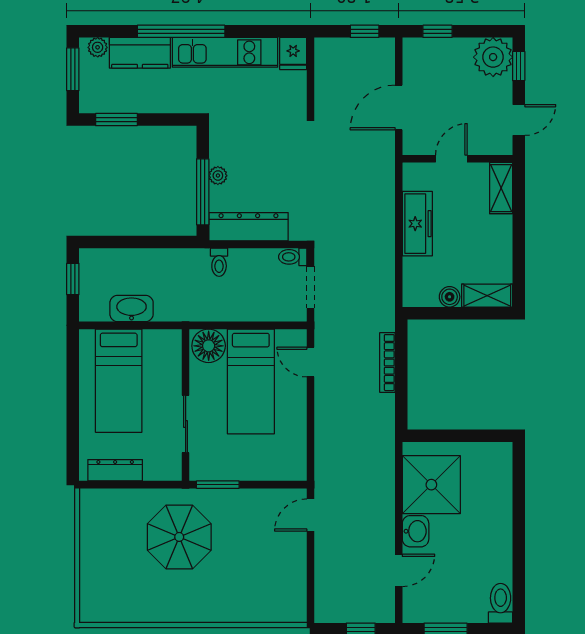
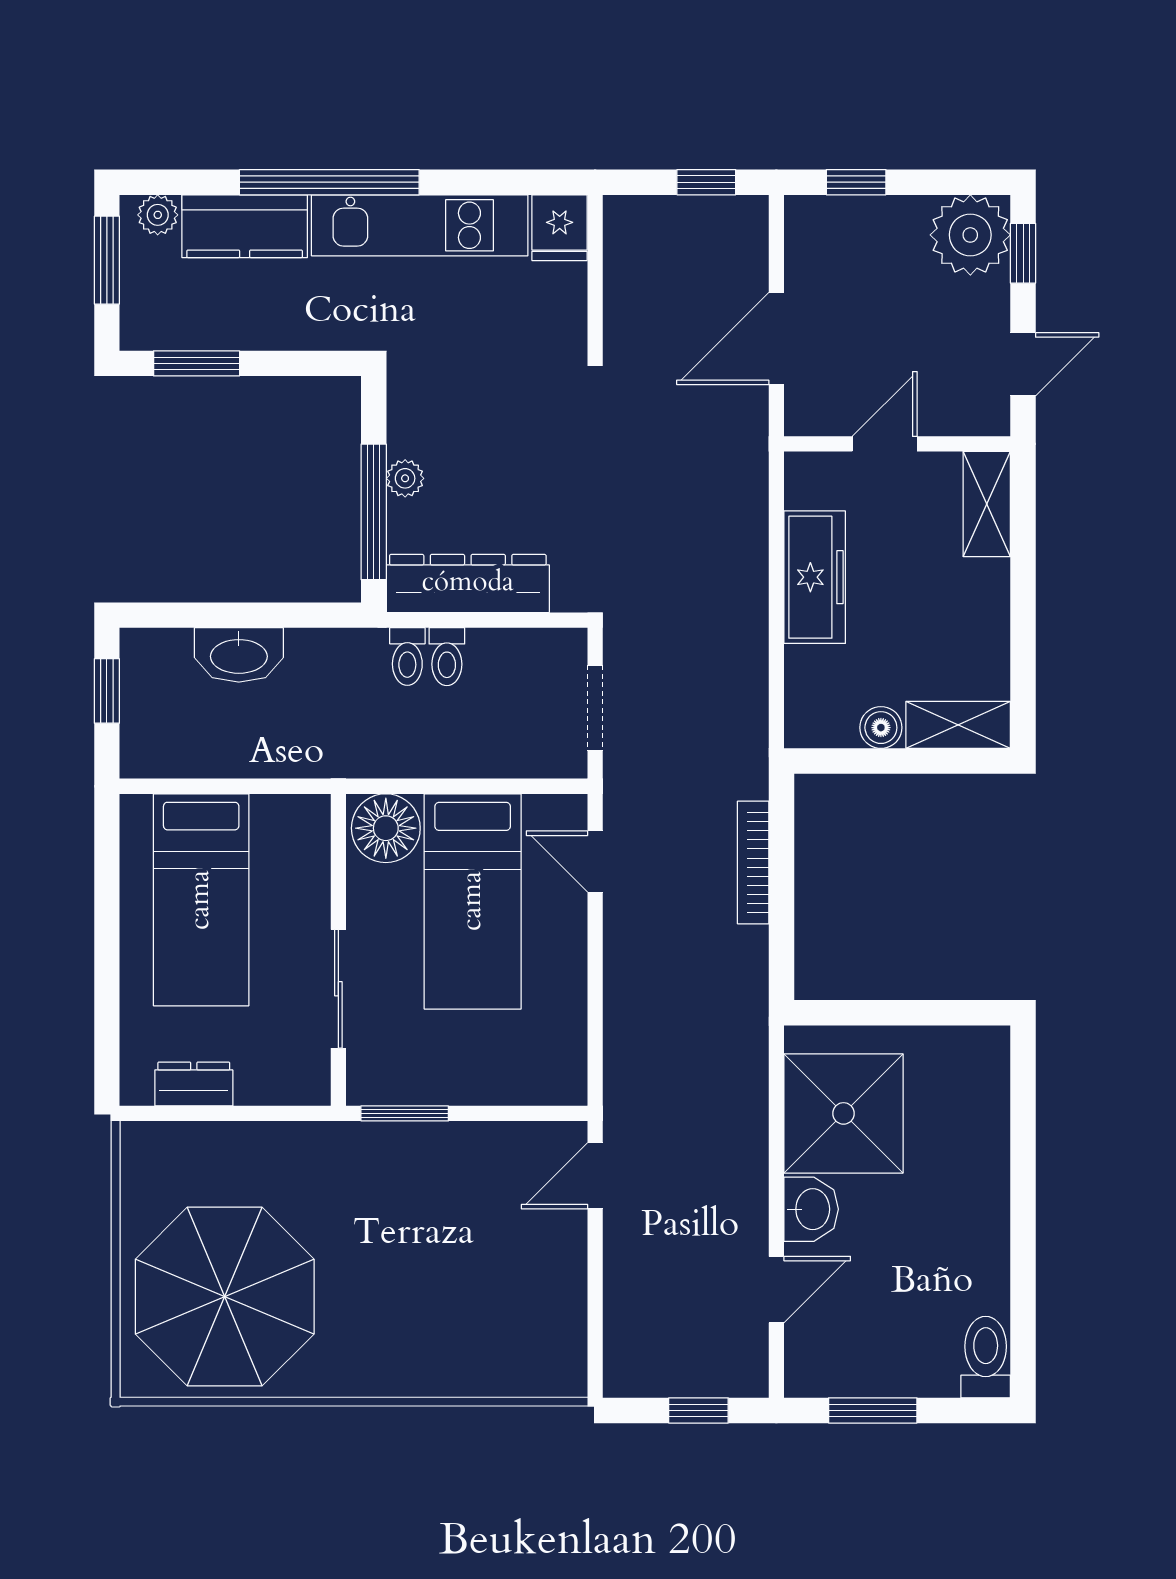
toilet: (293, 257) -> (447, 657), moved, turned -90
washbasin: (132, 308) -> (239, 655), moved, turned 180
dresser: (115, 470) -> (194, 1084), width x0.70
parasol: (179, 537) -> (225, 1297), moved, width x1.36, depth x1.36

